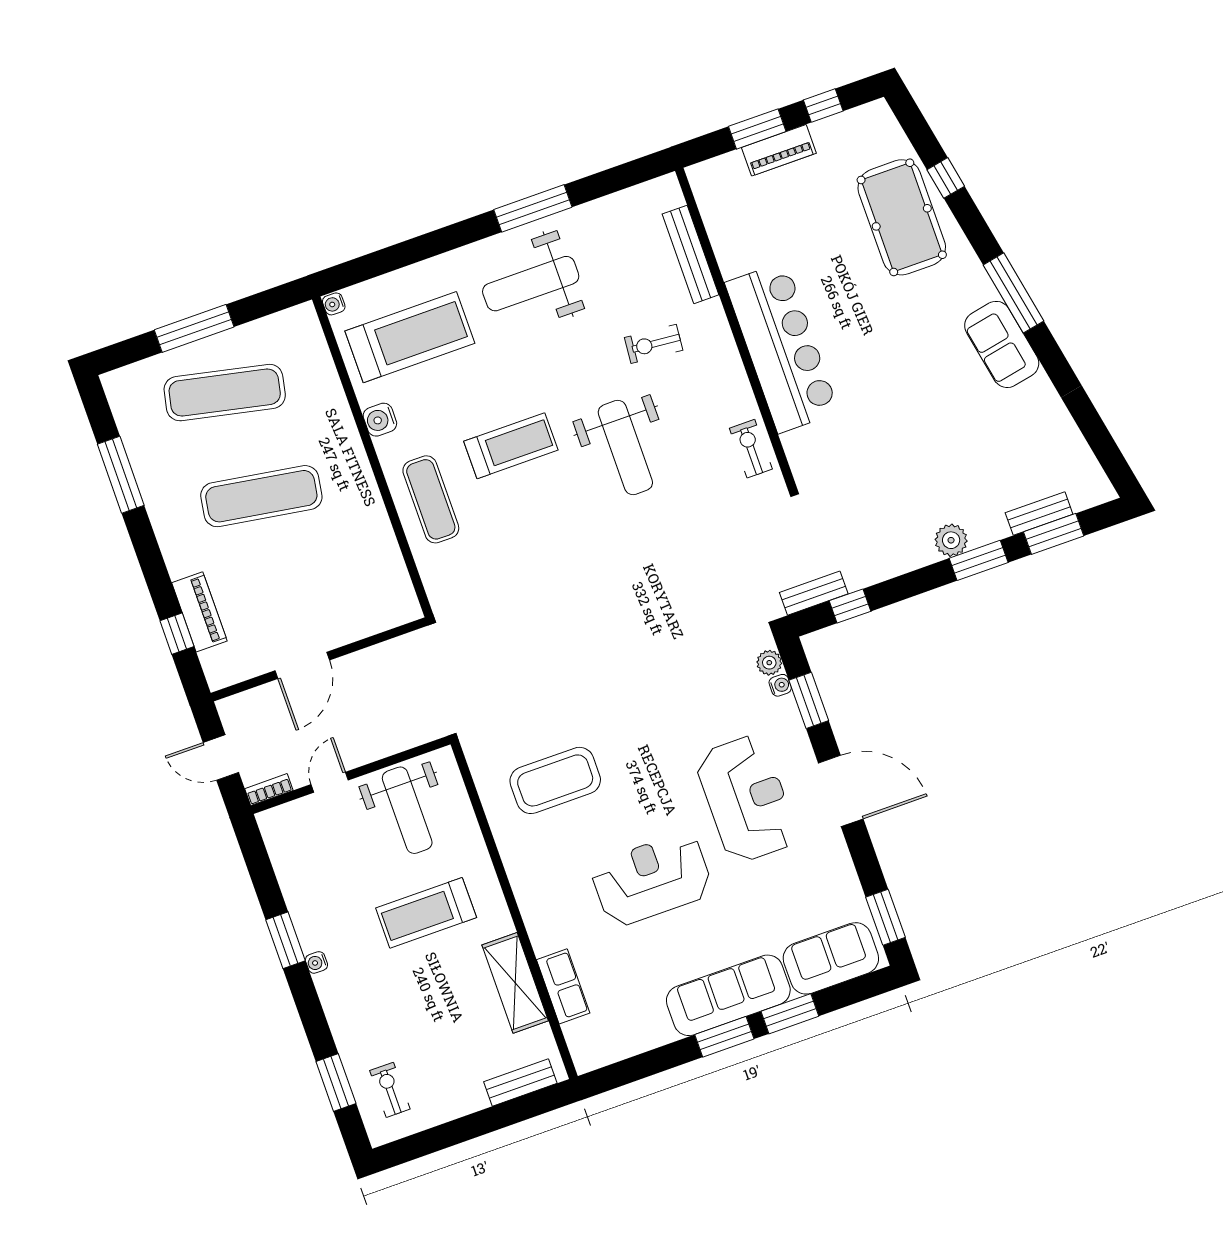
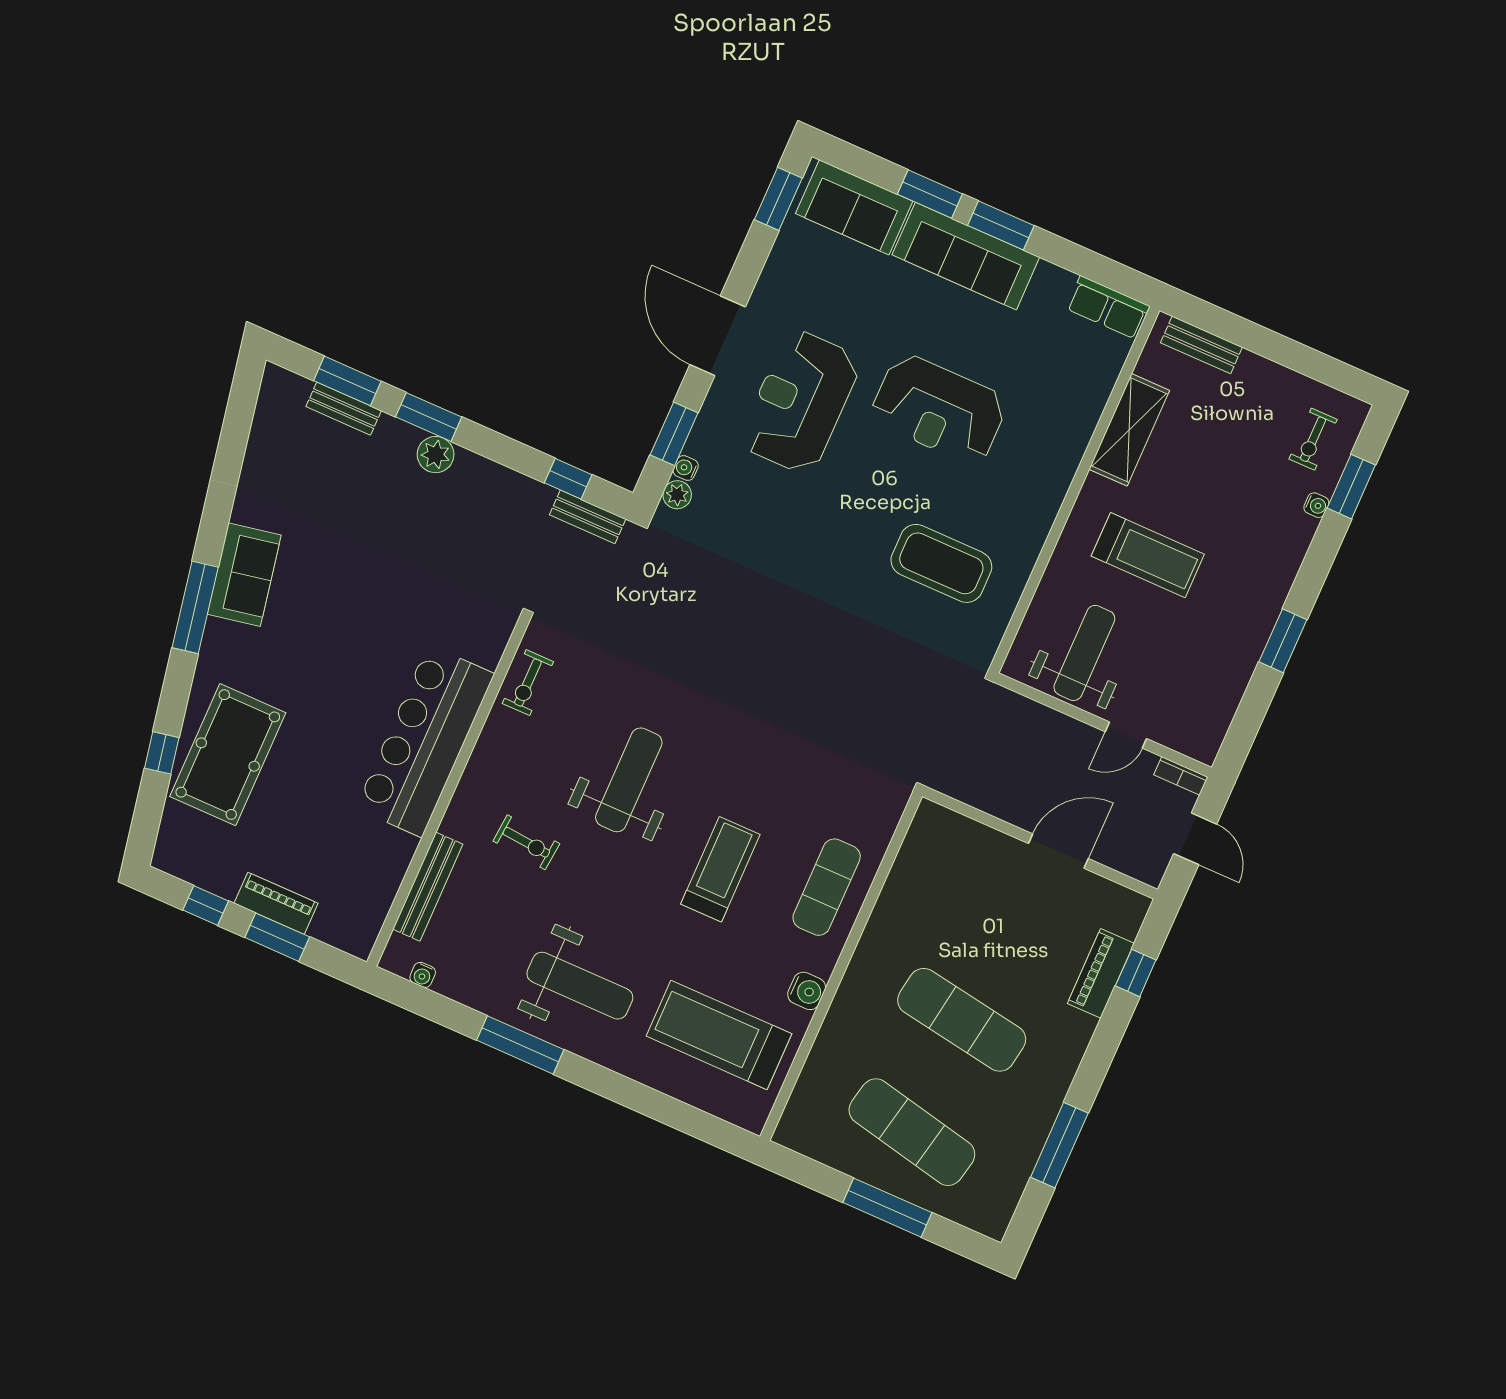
water cooler: (334, 304) -> (423, 975), moved, turned 90
treadmill: (511, 446) -> (720, 869), turned 90
water cooler: (317, 962) -> (1316, 505), moved
row of seats: (563, 986) -> (1108, 307), moved, turned -90

